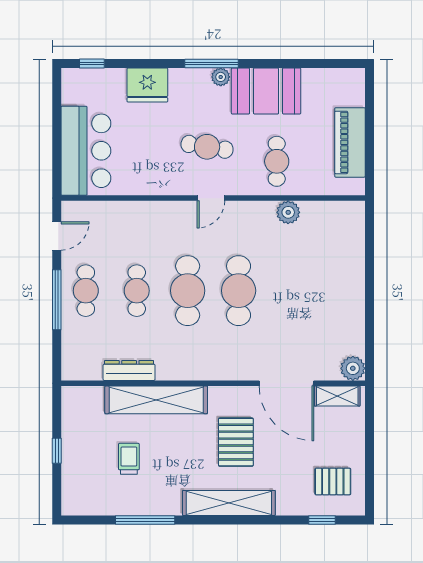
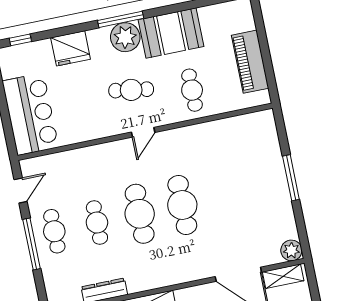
plant: (221, 77) -> (125, 37), width x1.87, depth x1.87
plant: (288, 212) -> (210, 131), removed
window: (369, 285) -> (291, 178), added

